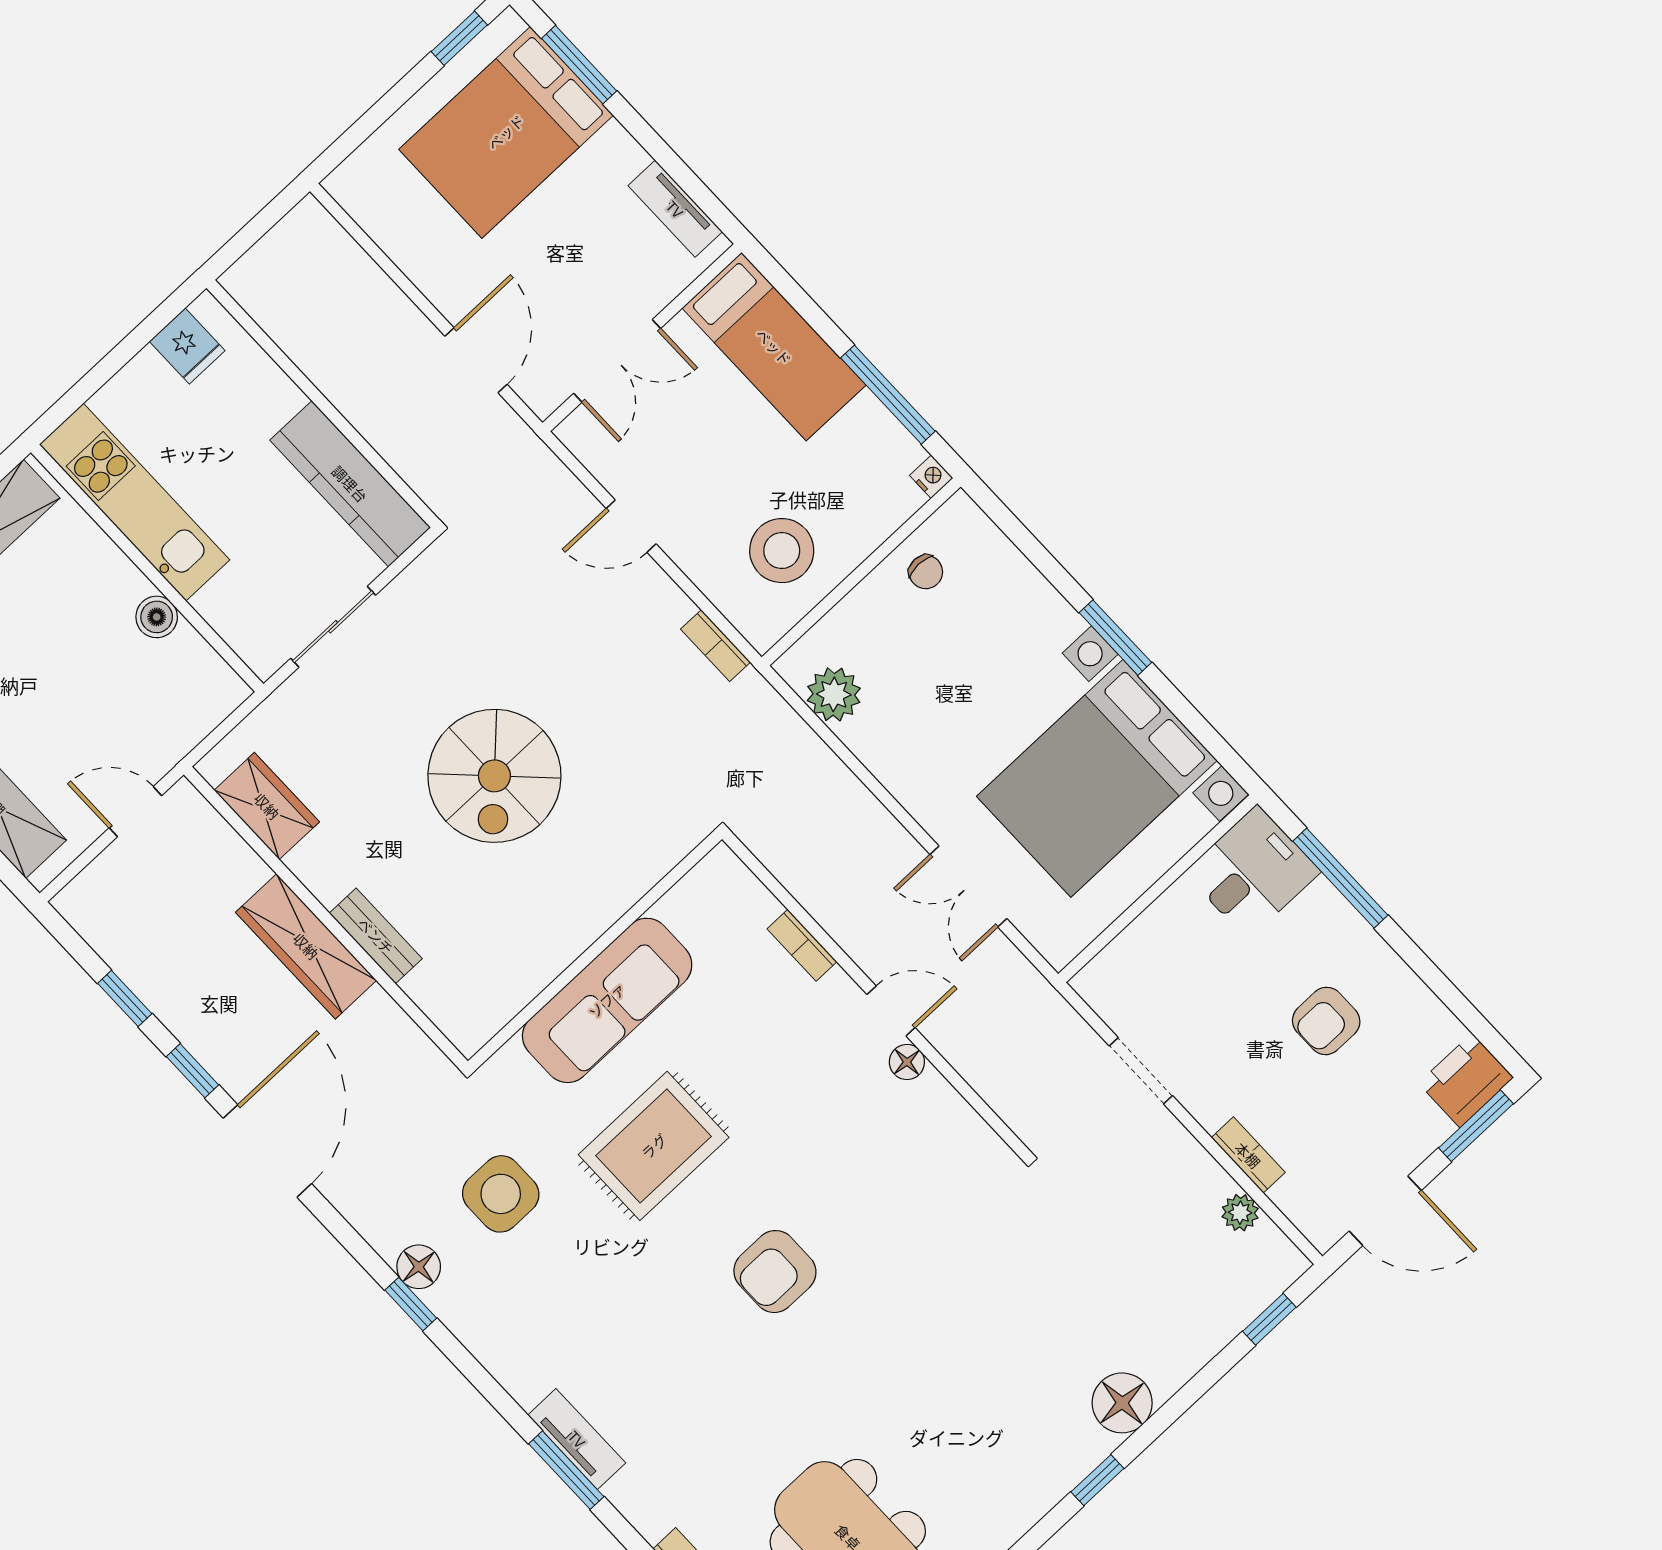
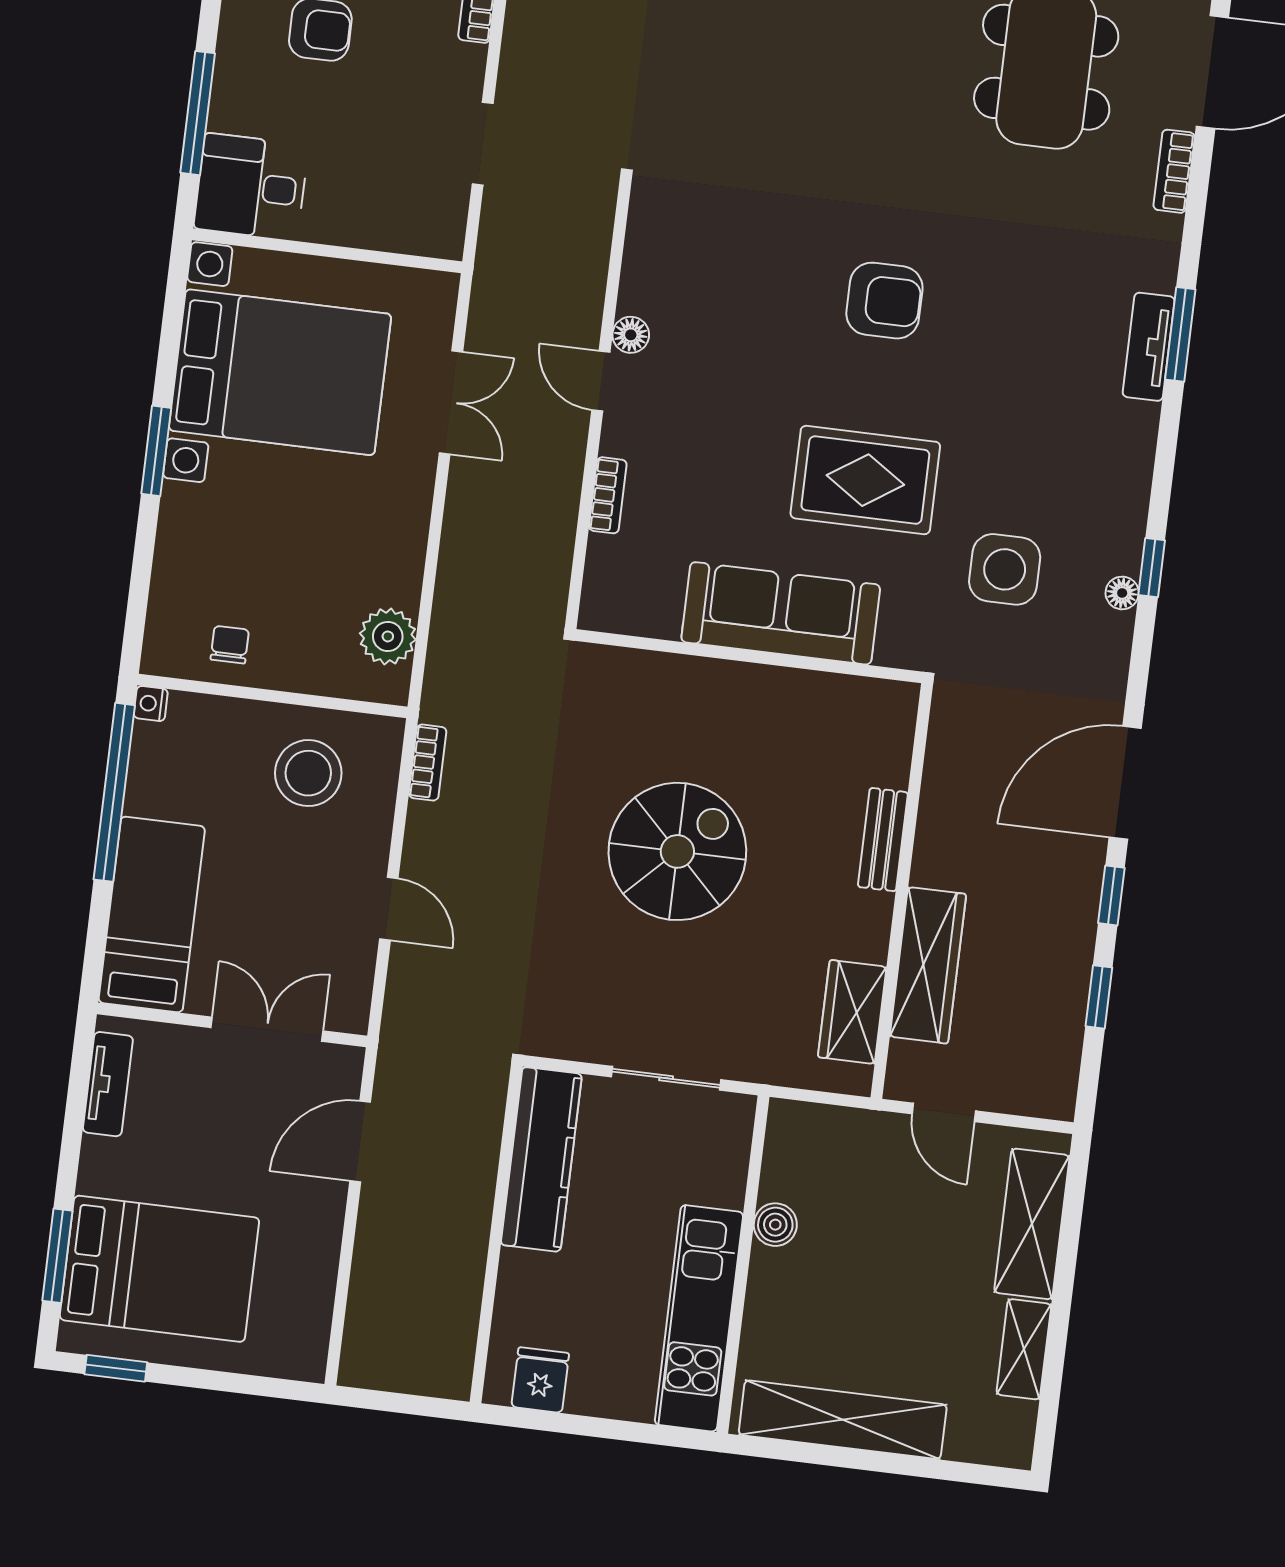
window: (888, 395) -> (114, 792), width x1.46
wardrobe: (306, 946) -> (928, 965), moved
floor lamp: (419, 1267) -> (1122, 593), width x0.73, depth x0.73

